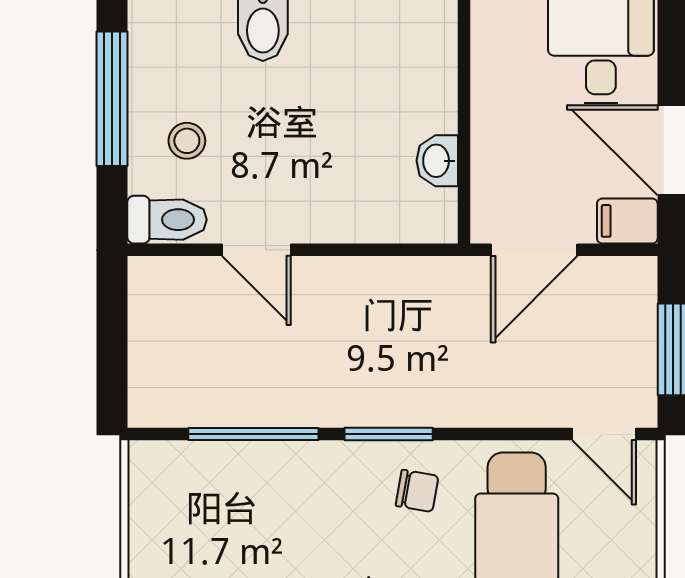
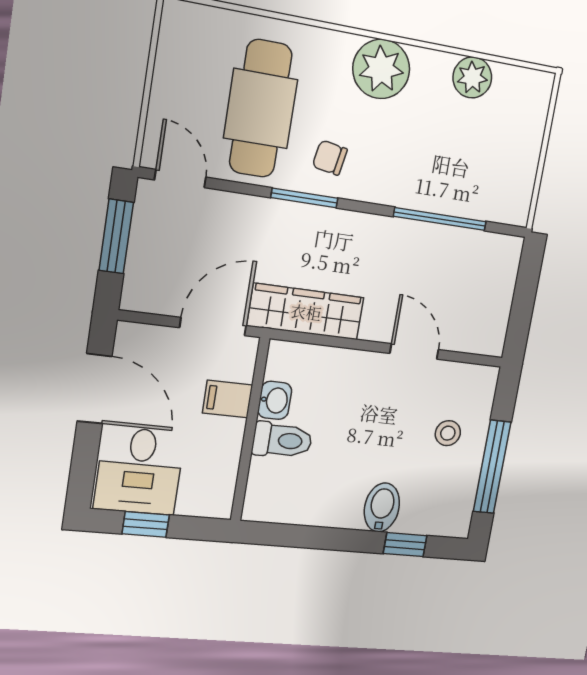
toilet: (167, 220) -> (282, 440), moved, turned 180
filing cabinet: (627, 221) -> (228, 399), moved, turned 180
wardrobe: (415, 285) -> (306, 312), added
window: (389, 434) -> (304, 198), moved

